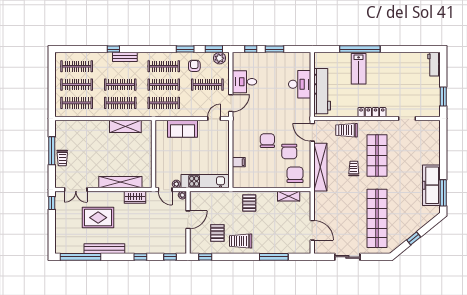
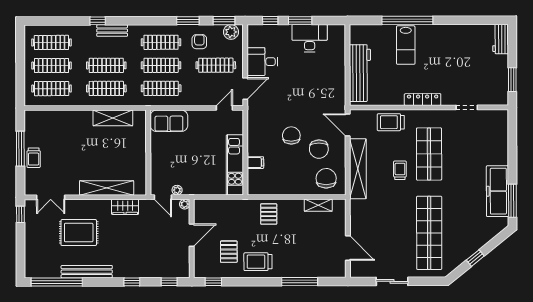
desk: (300, 84) -> (310, 38), moved, turned -90
sofa: (182, 129) -> (169, 121), moved
kitchen unit: (205, 181) -> (235, 165), moved, turned -90

